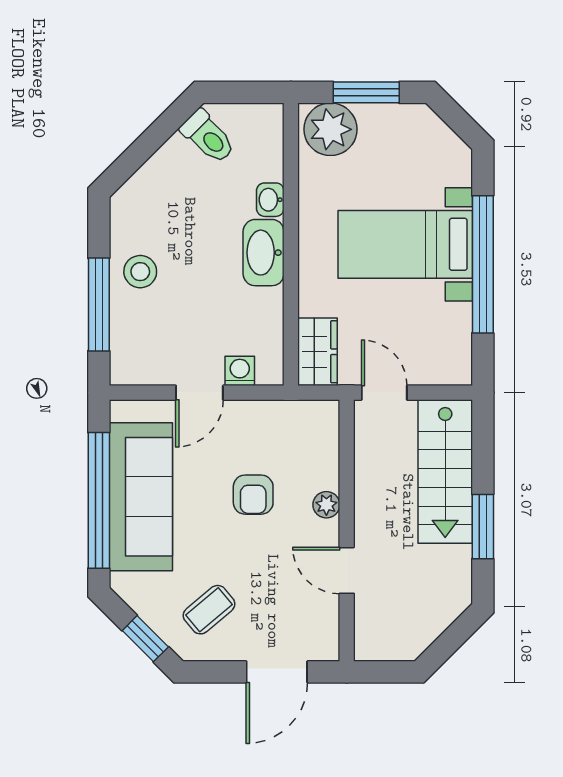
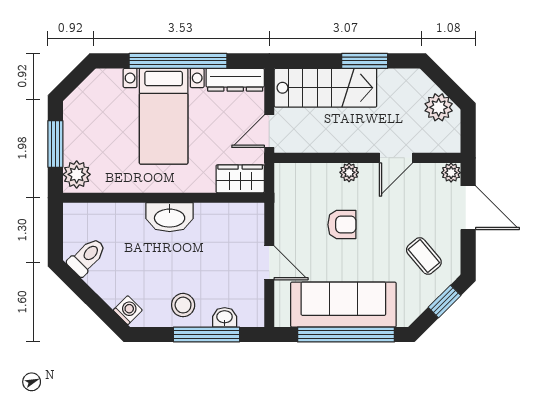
plant: (330, 129) -> (77, 174), width x0.73, depth x0.73
washbasin: (270, 200) -> (225, 317), moved, turned 180
dresser: (456, 345) -> (235, 80), added
washing machine: (240, 371) -> (128, 310), moved, turned 135
plant: (418, 630) -> (439, 107), added
plant: (326, 648) -> (451, 173), added

